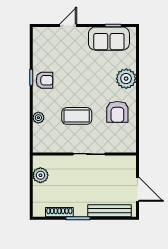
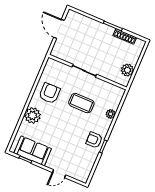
bench: (110, 211) -> (87, 22), removed

